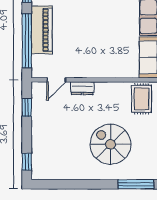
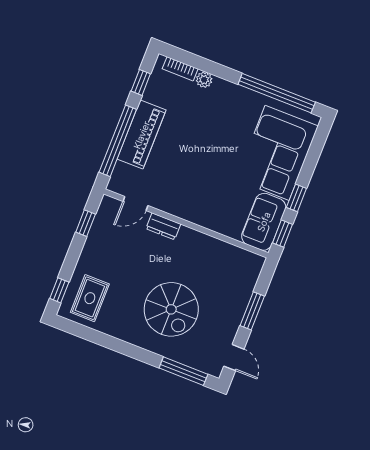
rug: (142, 99) -> (90, 298), moved
spiral stairs: (110, 144) -> (171, 309), turned 180

